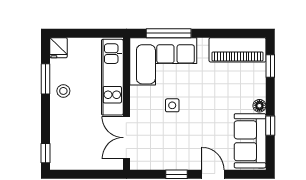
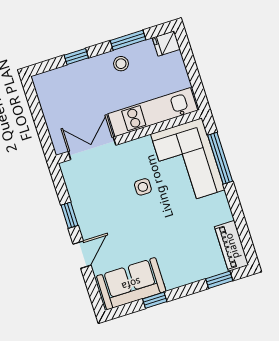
piano: (238, 50) -> (232, 246), width x0.73, depth x0.75
floor lamp: (259, 106) -> (172, 282), removed
window: (46, 153) -> (76, 57), moved

